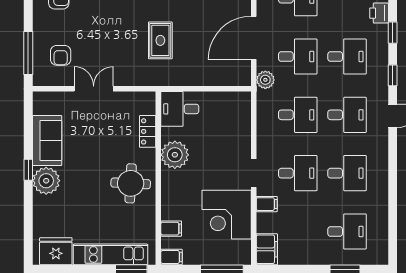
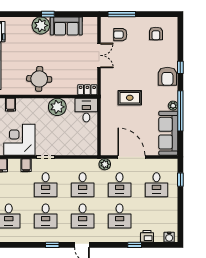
window: (393, 75) -> (52, 245), moved
locker: (148, 131) -> (87, 90), moved

